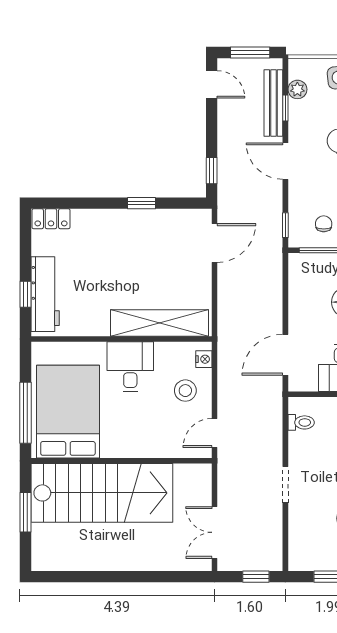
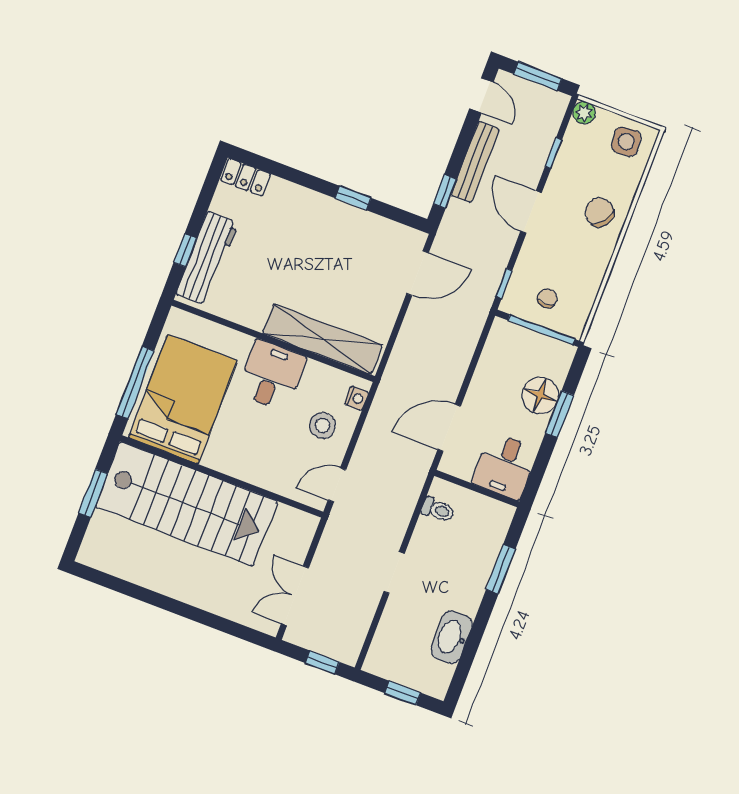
plant: (297, 89) -> (584, 113), moved
bench: (273, 103) -> (475, 162), moved

